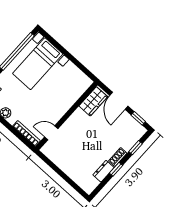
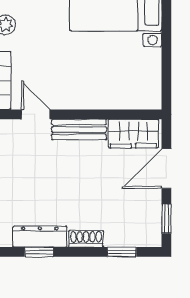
bench: (73, 121) -> (79, 130), added
window: (116, 169) -> (39, 252), moved
dresser: (103, 171) -> (40, 237), width x1.44

